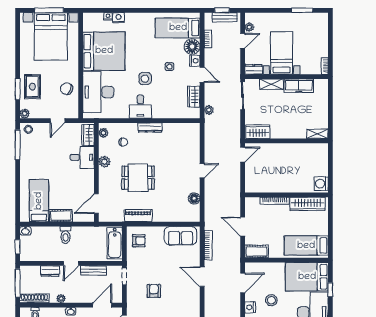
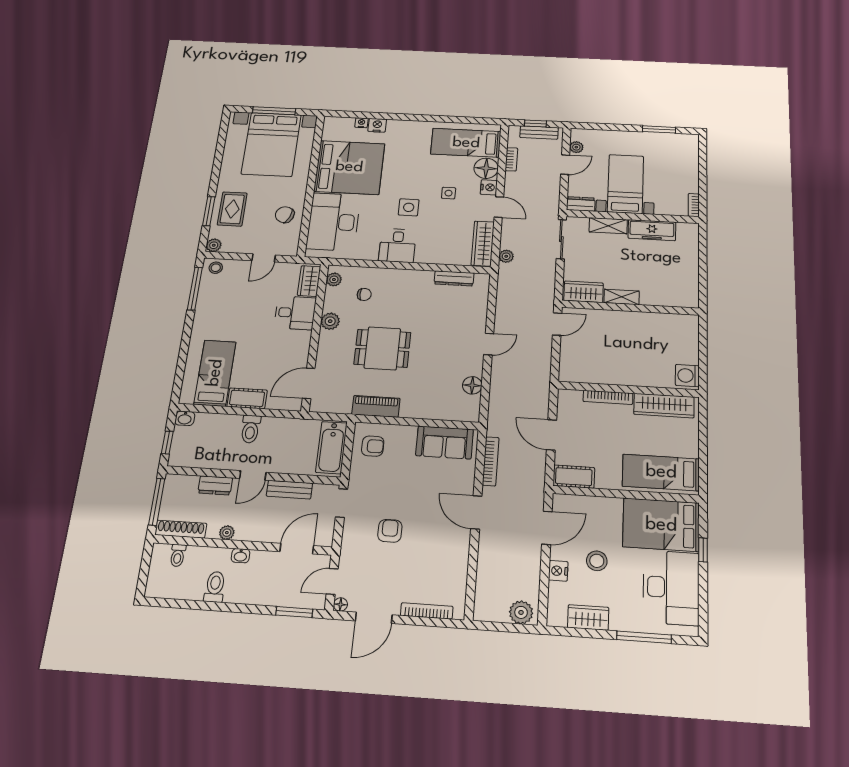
wardrobe: (194, 97) -> (483, 244), width x1.50
dresser: (150, 128) -> (454, 278), moved
shelving: (317, 134) -> (622, 297), moved

